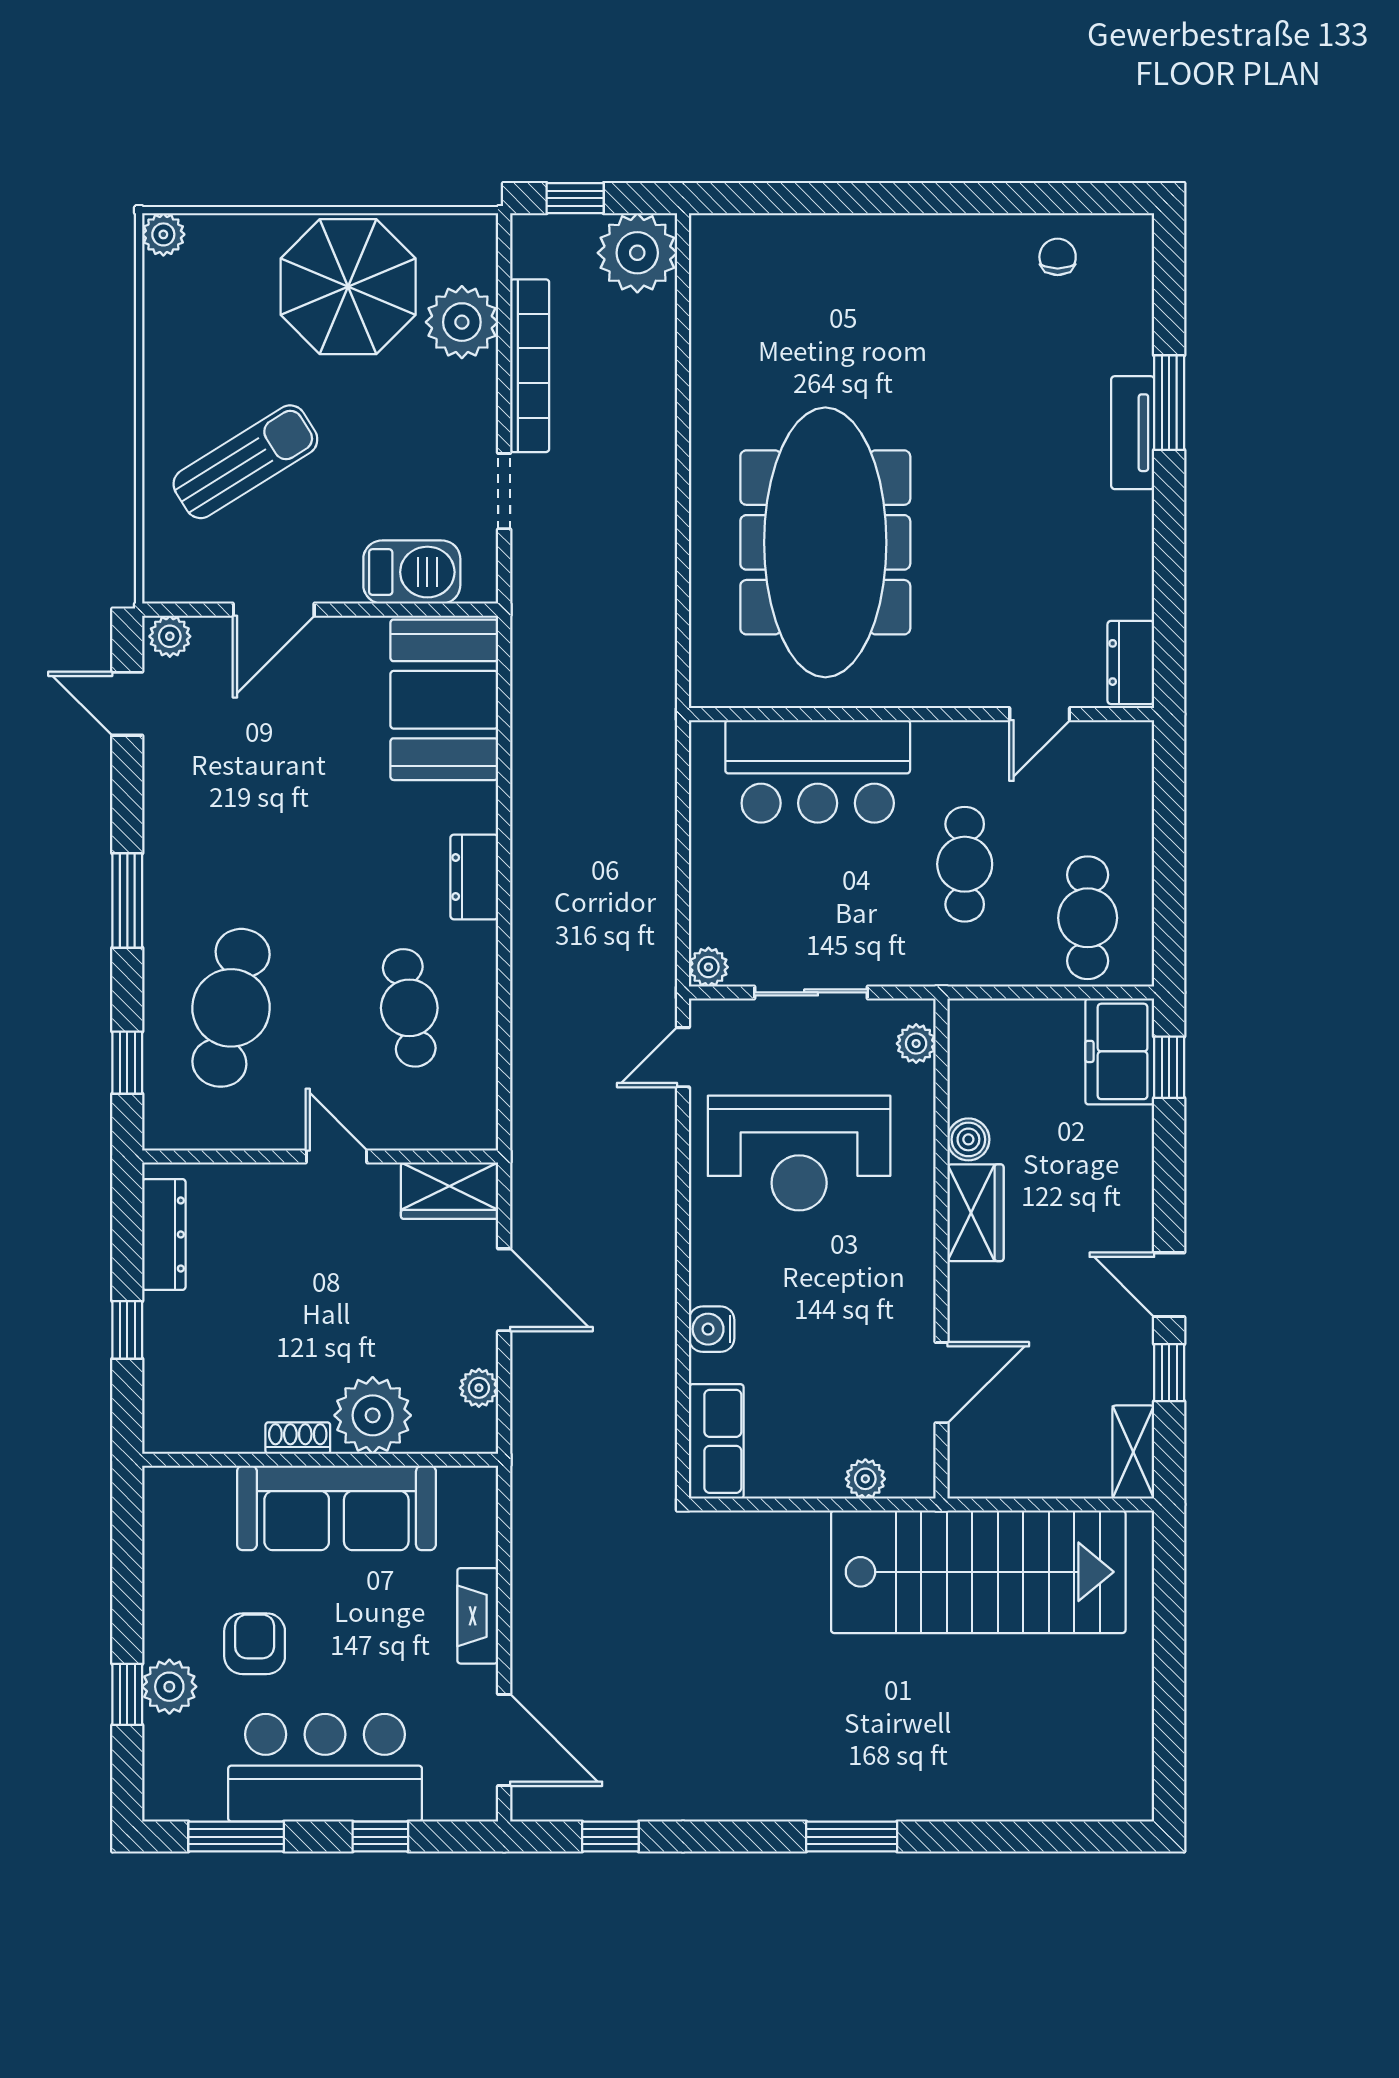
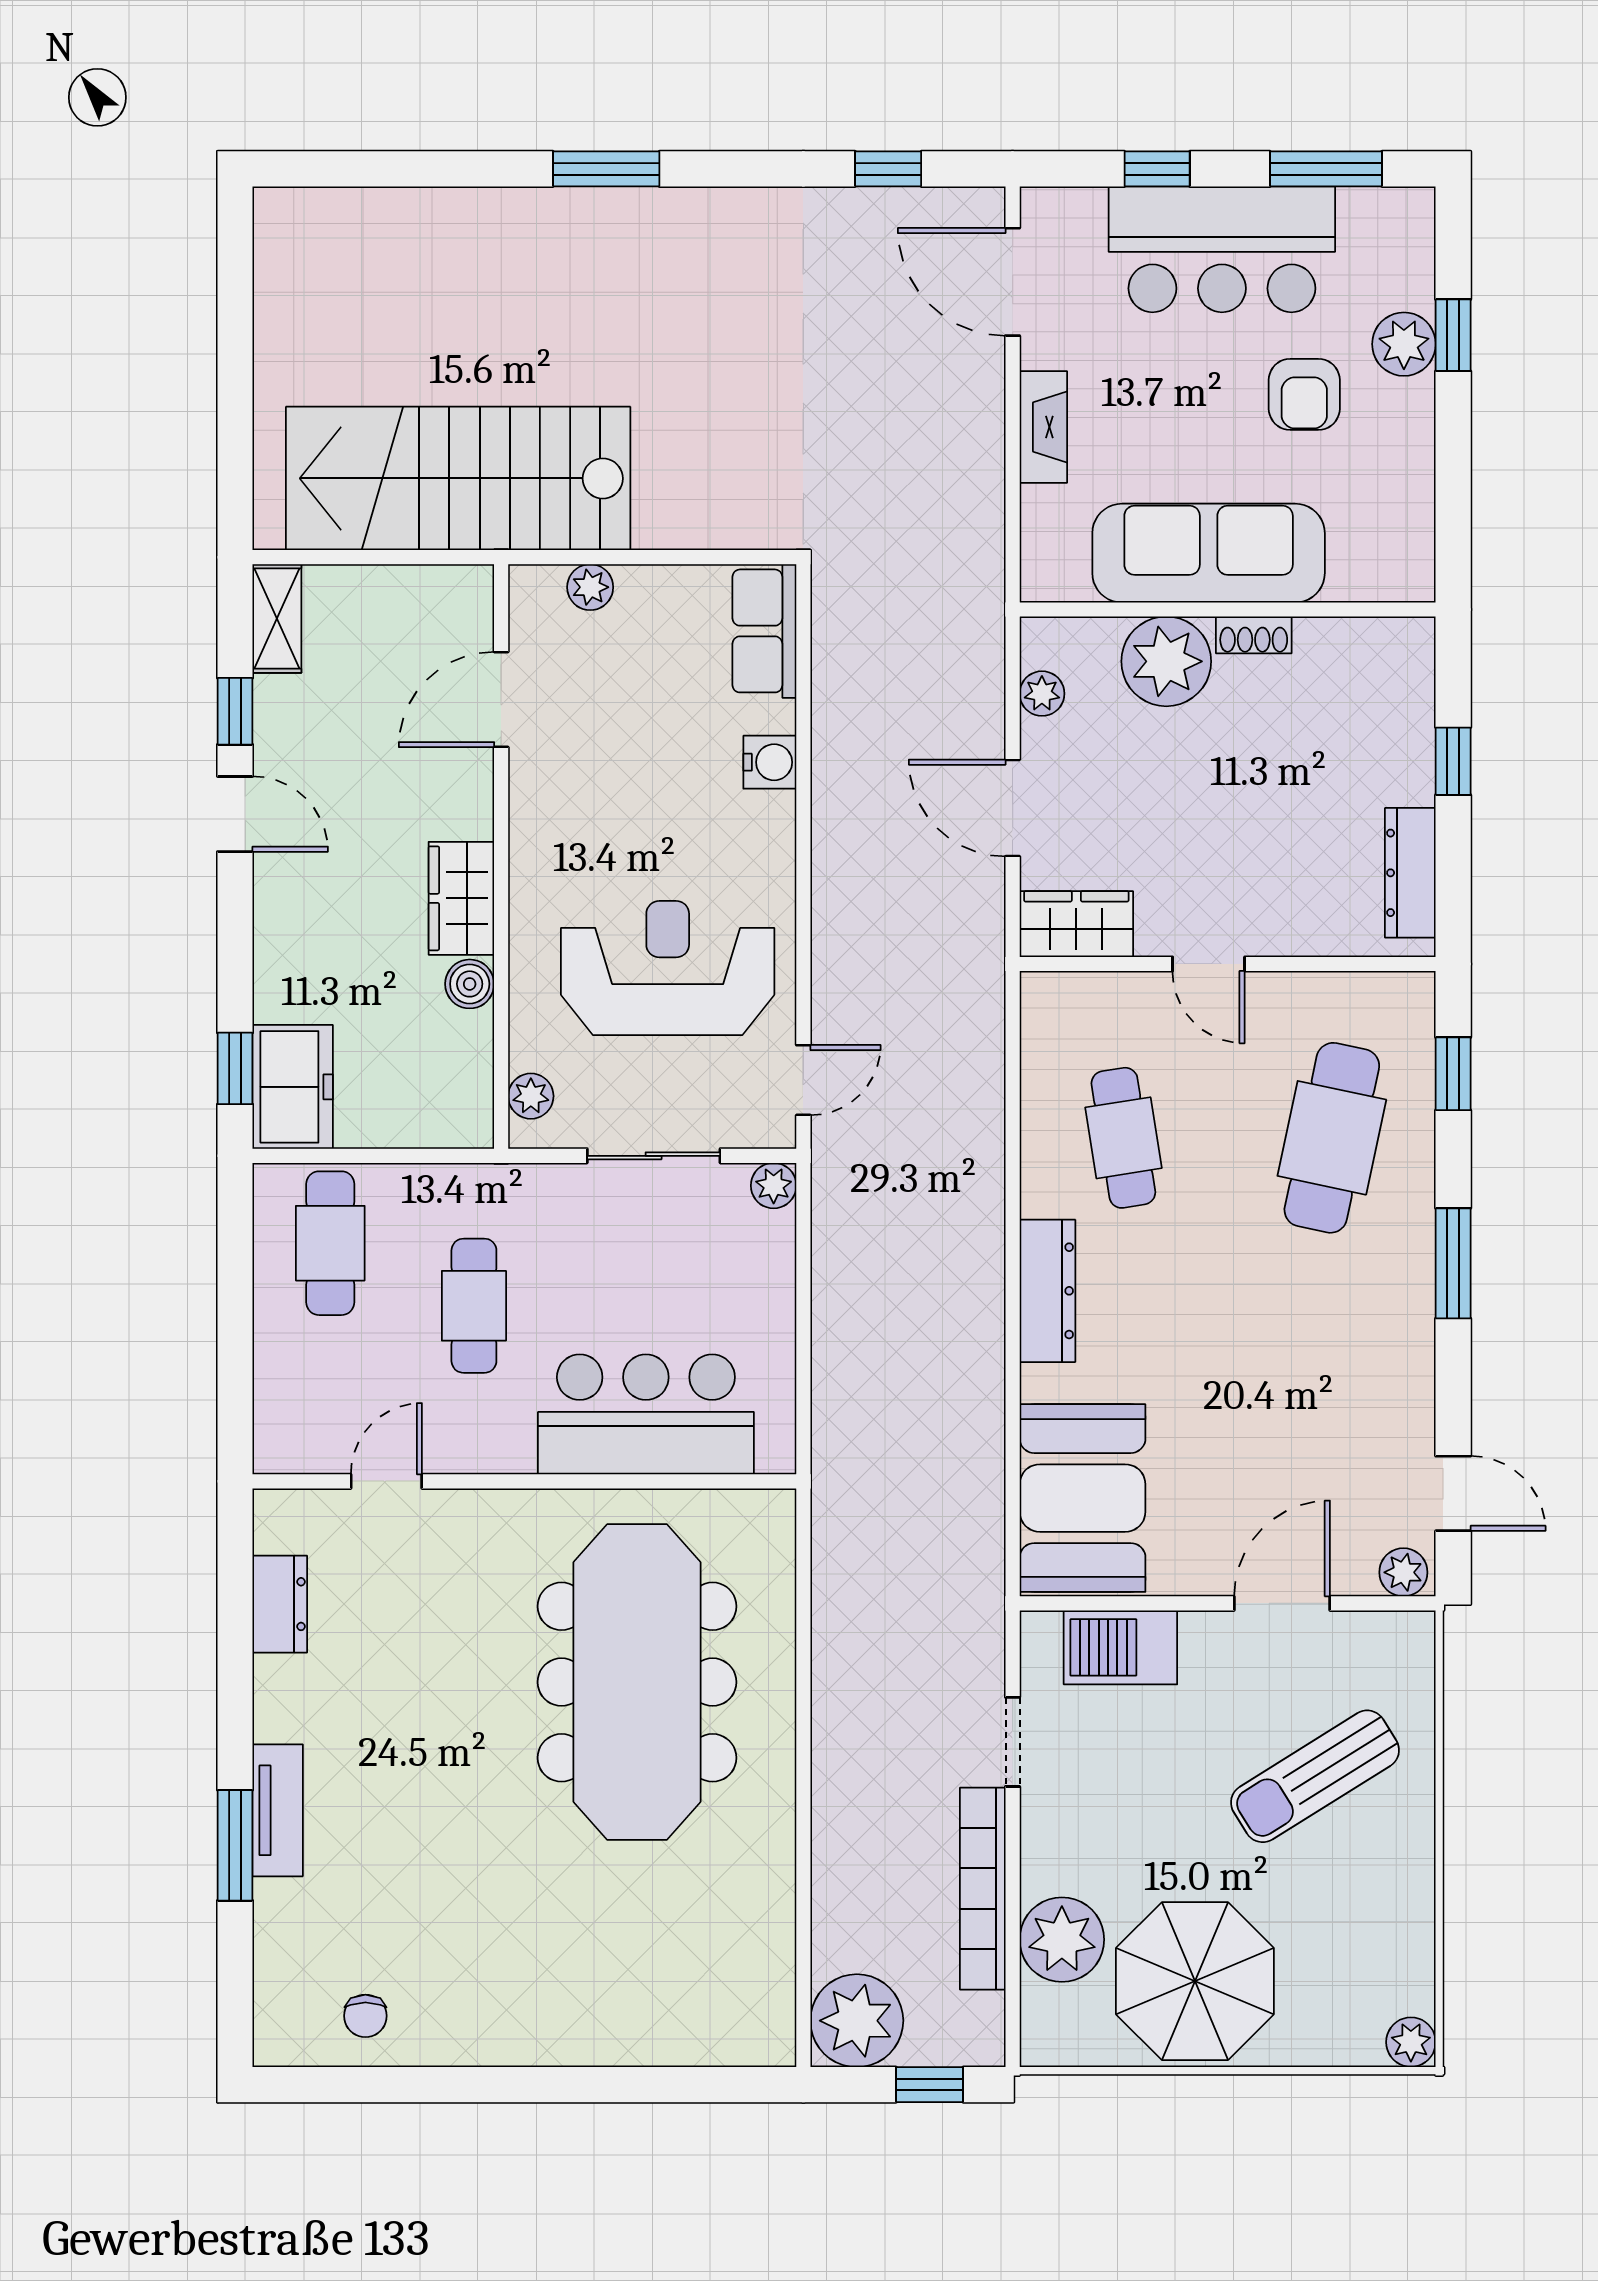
dresser: (1131, 662) -> (280, 1604), moved
dresser: (474, 877) -> (1047, 1291), width x1.44

